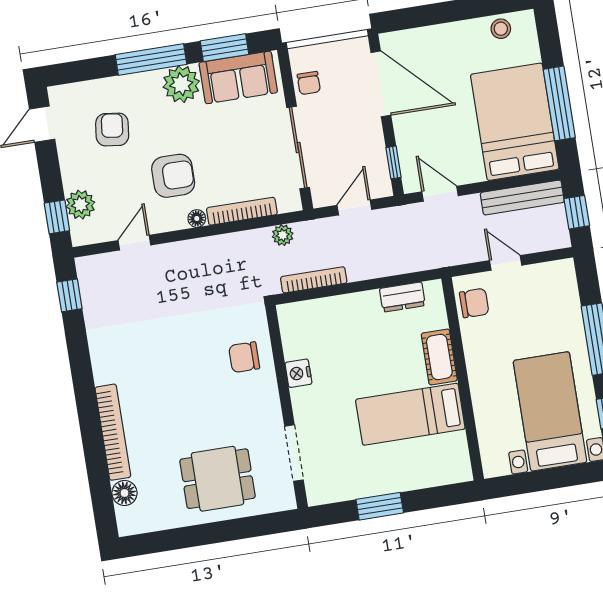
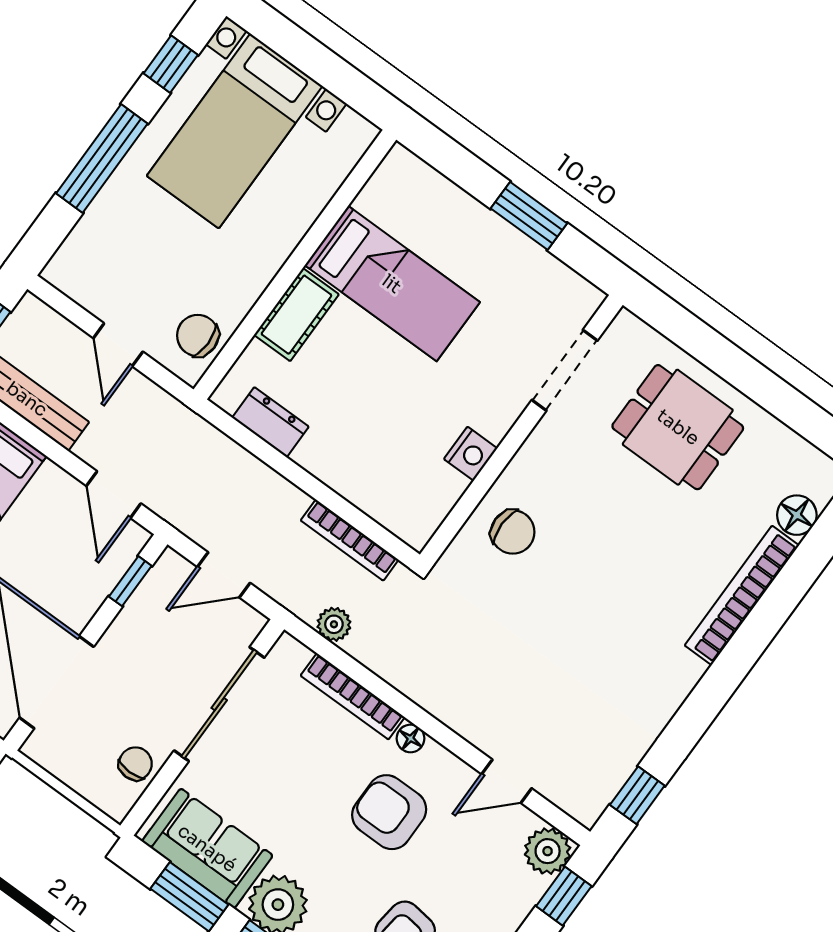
plant: (80, 205) -> (548, 851), moved

